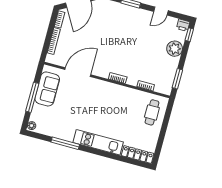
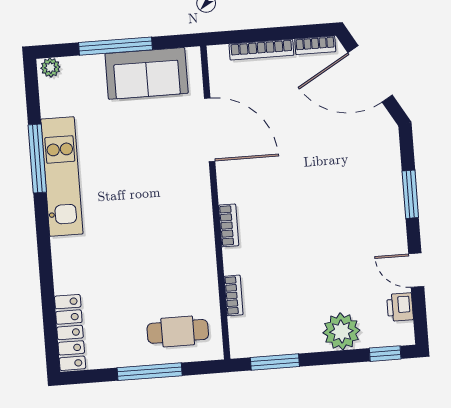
printer: (183, 25) -> (400, 307), moved
window: (164, 129) -> (150, 372), added
kitchen unit: (98, 142) -> (62, 176), moved

